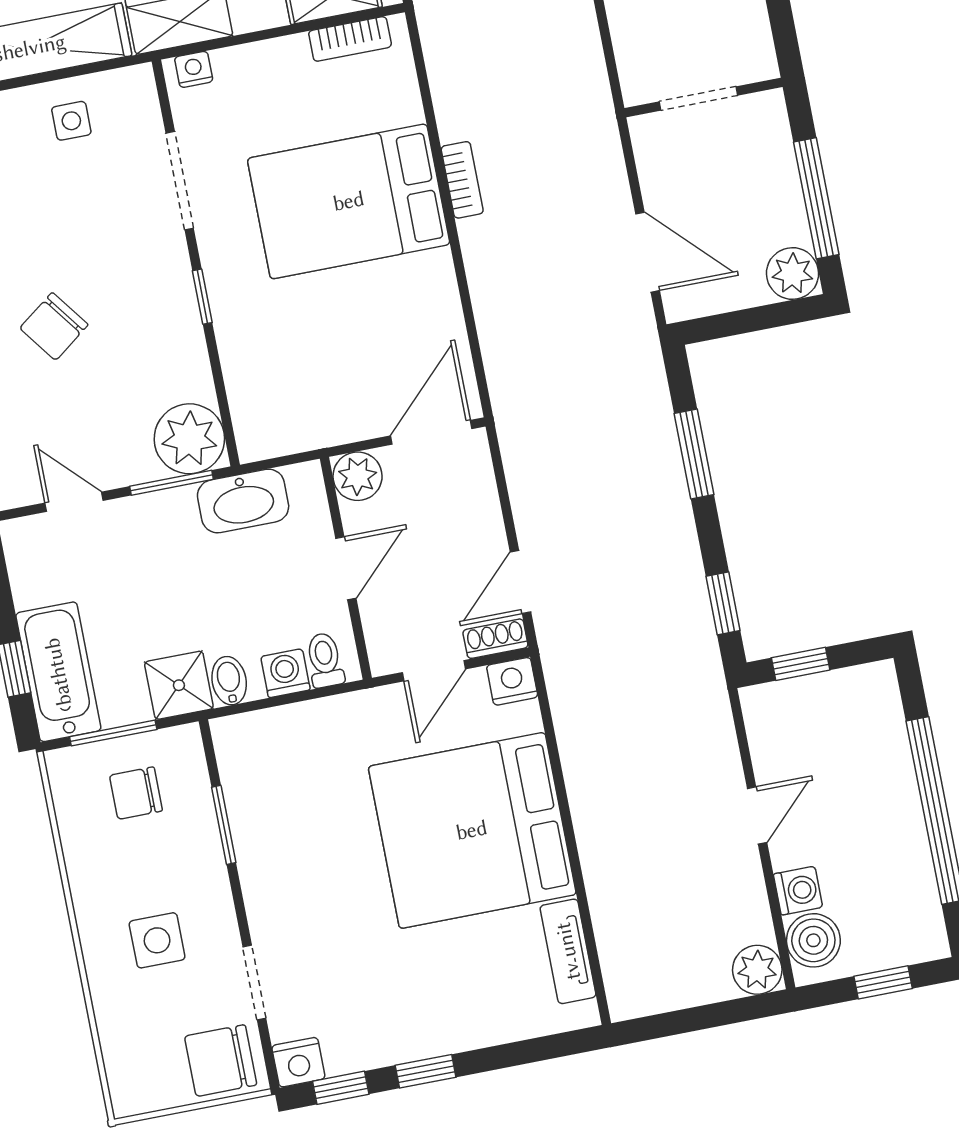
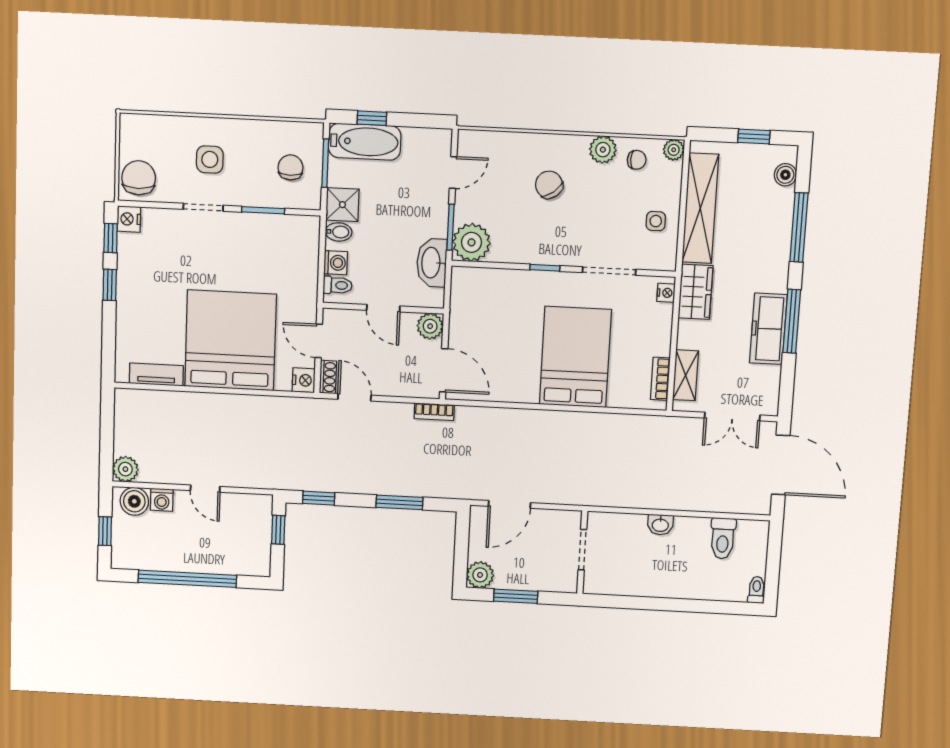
bookcase: (462, 180) -> (434, 412), moved
window: (816, 198) -> (516, 596), width x0.69
doorway: (254, 982) -> (203, 207), moved

